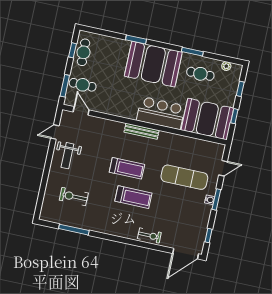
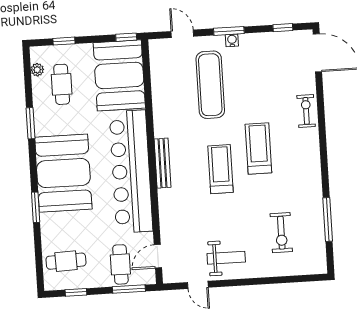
cafe table: (84, 52) -> (66, 261), moved
cafe table: (200, 74) -> (62, 84), moved
bar counter: (161, 113) -> (131, 171), width x1.86
window: (234, 116) -> (126, 37), moved

